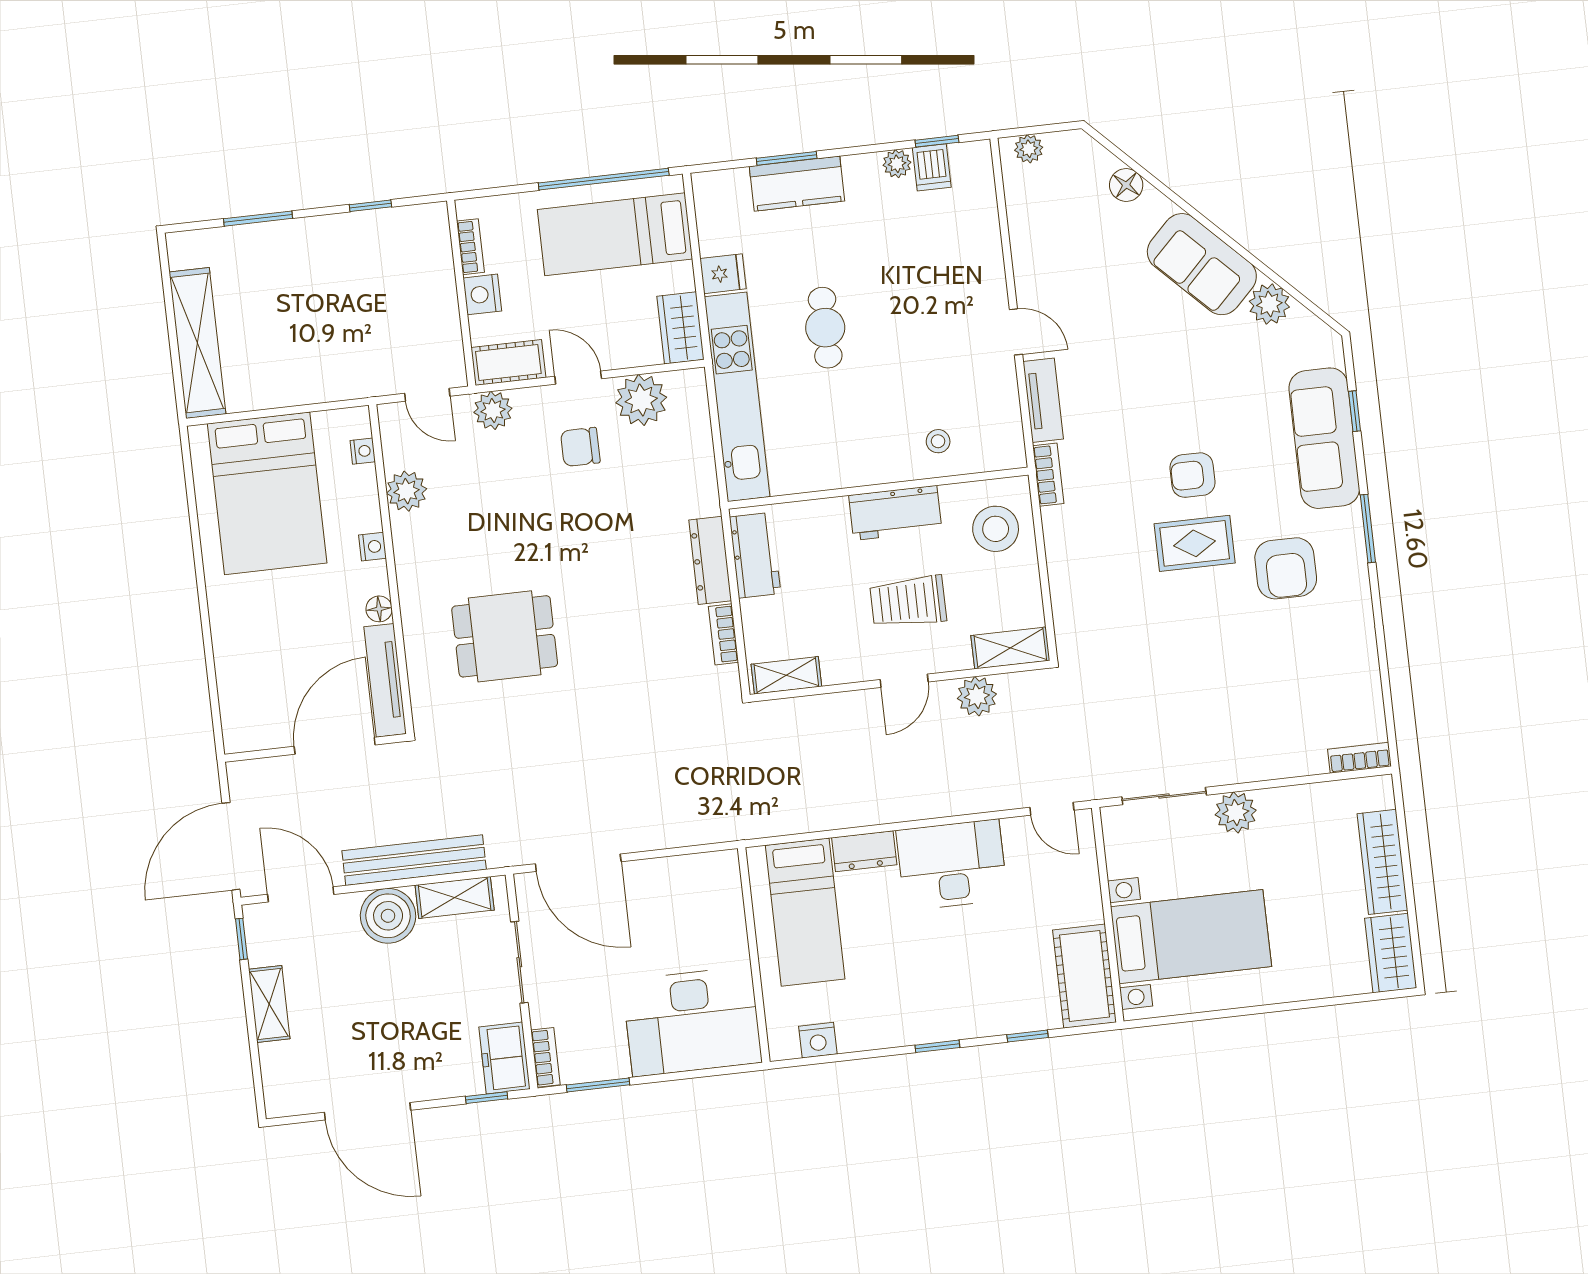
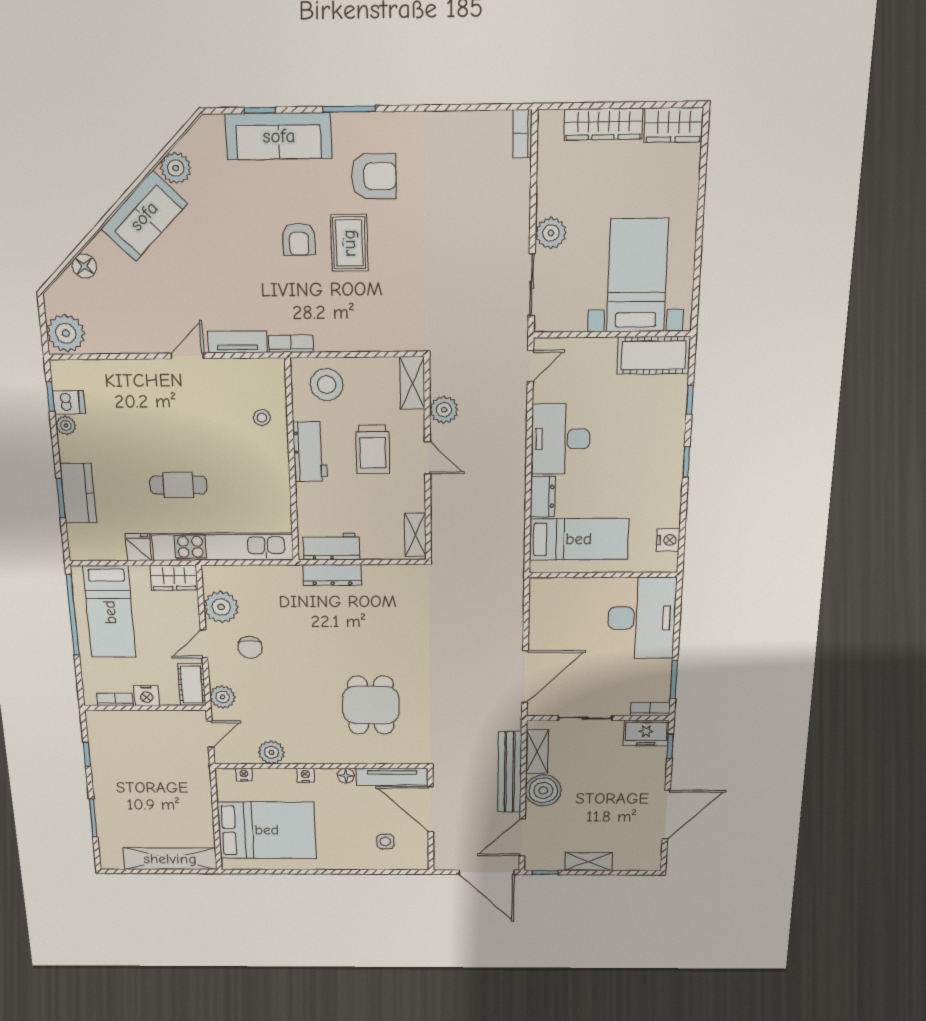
plant: (1029, 149) -> (66, 333), width x1.88, depth x1.88
bookcase: (724, 634) -> (383, 572), removed
side table: (269, 681) -> (385, 842), added

